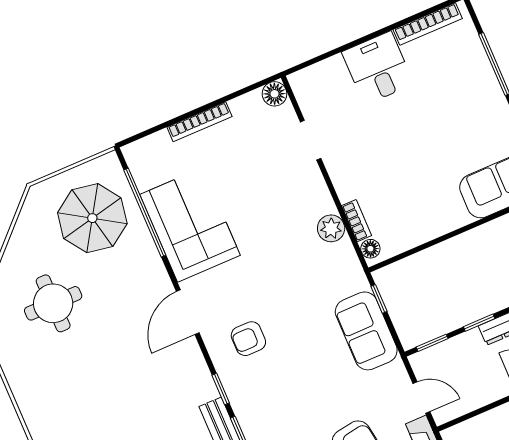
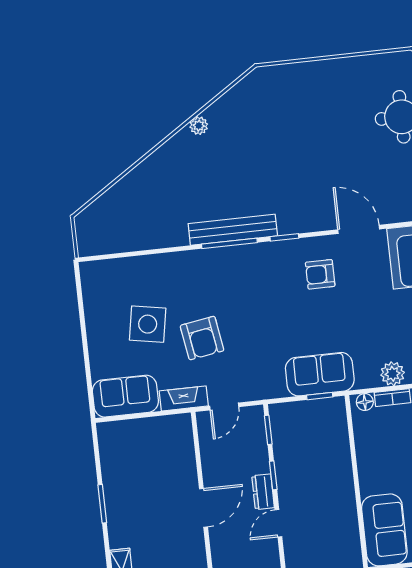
sofa: (366, 331) -> (320, 374), moved
armchair: (248, 339) -> (320, 274), turned -90

